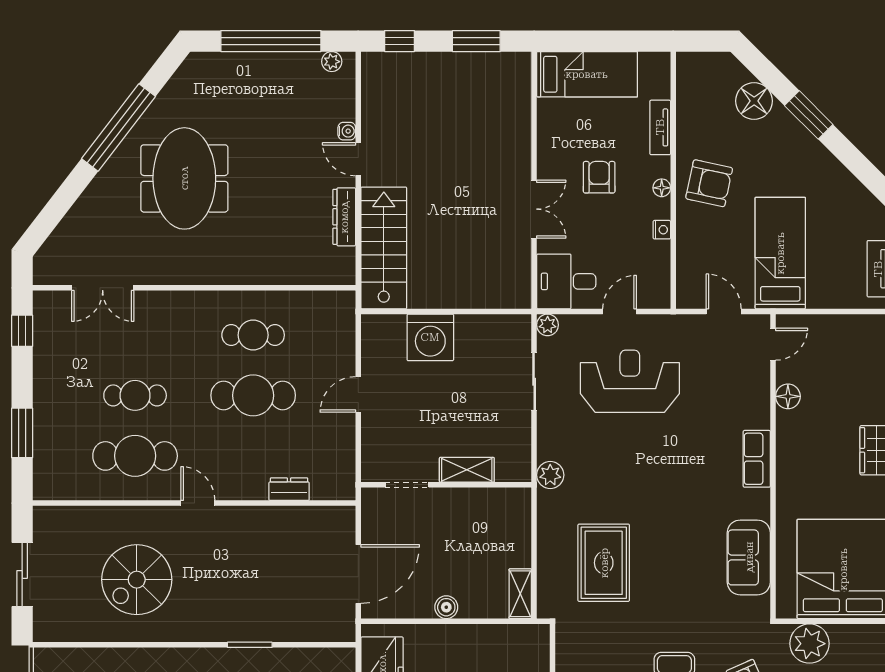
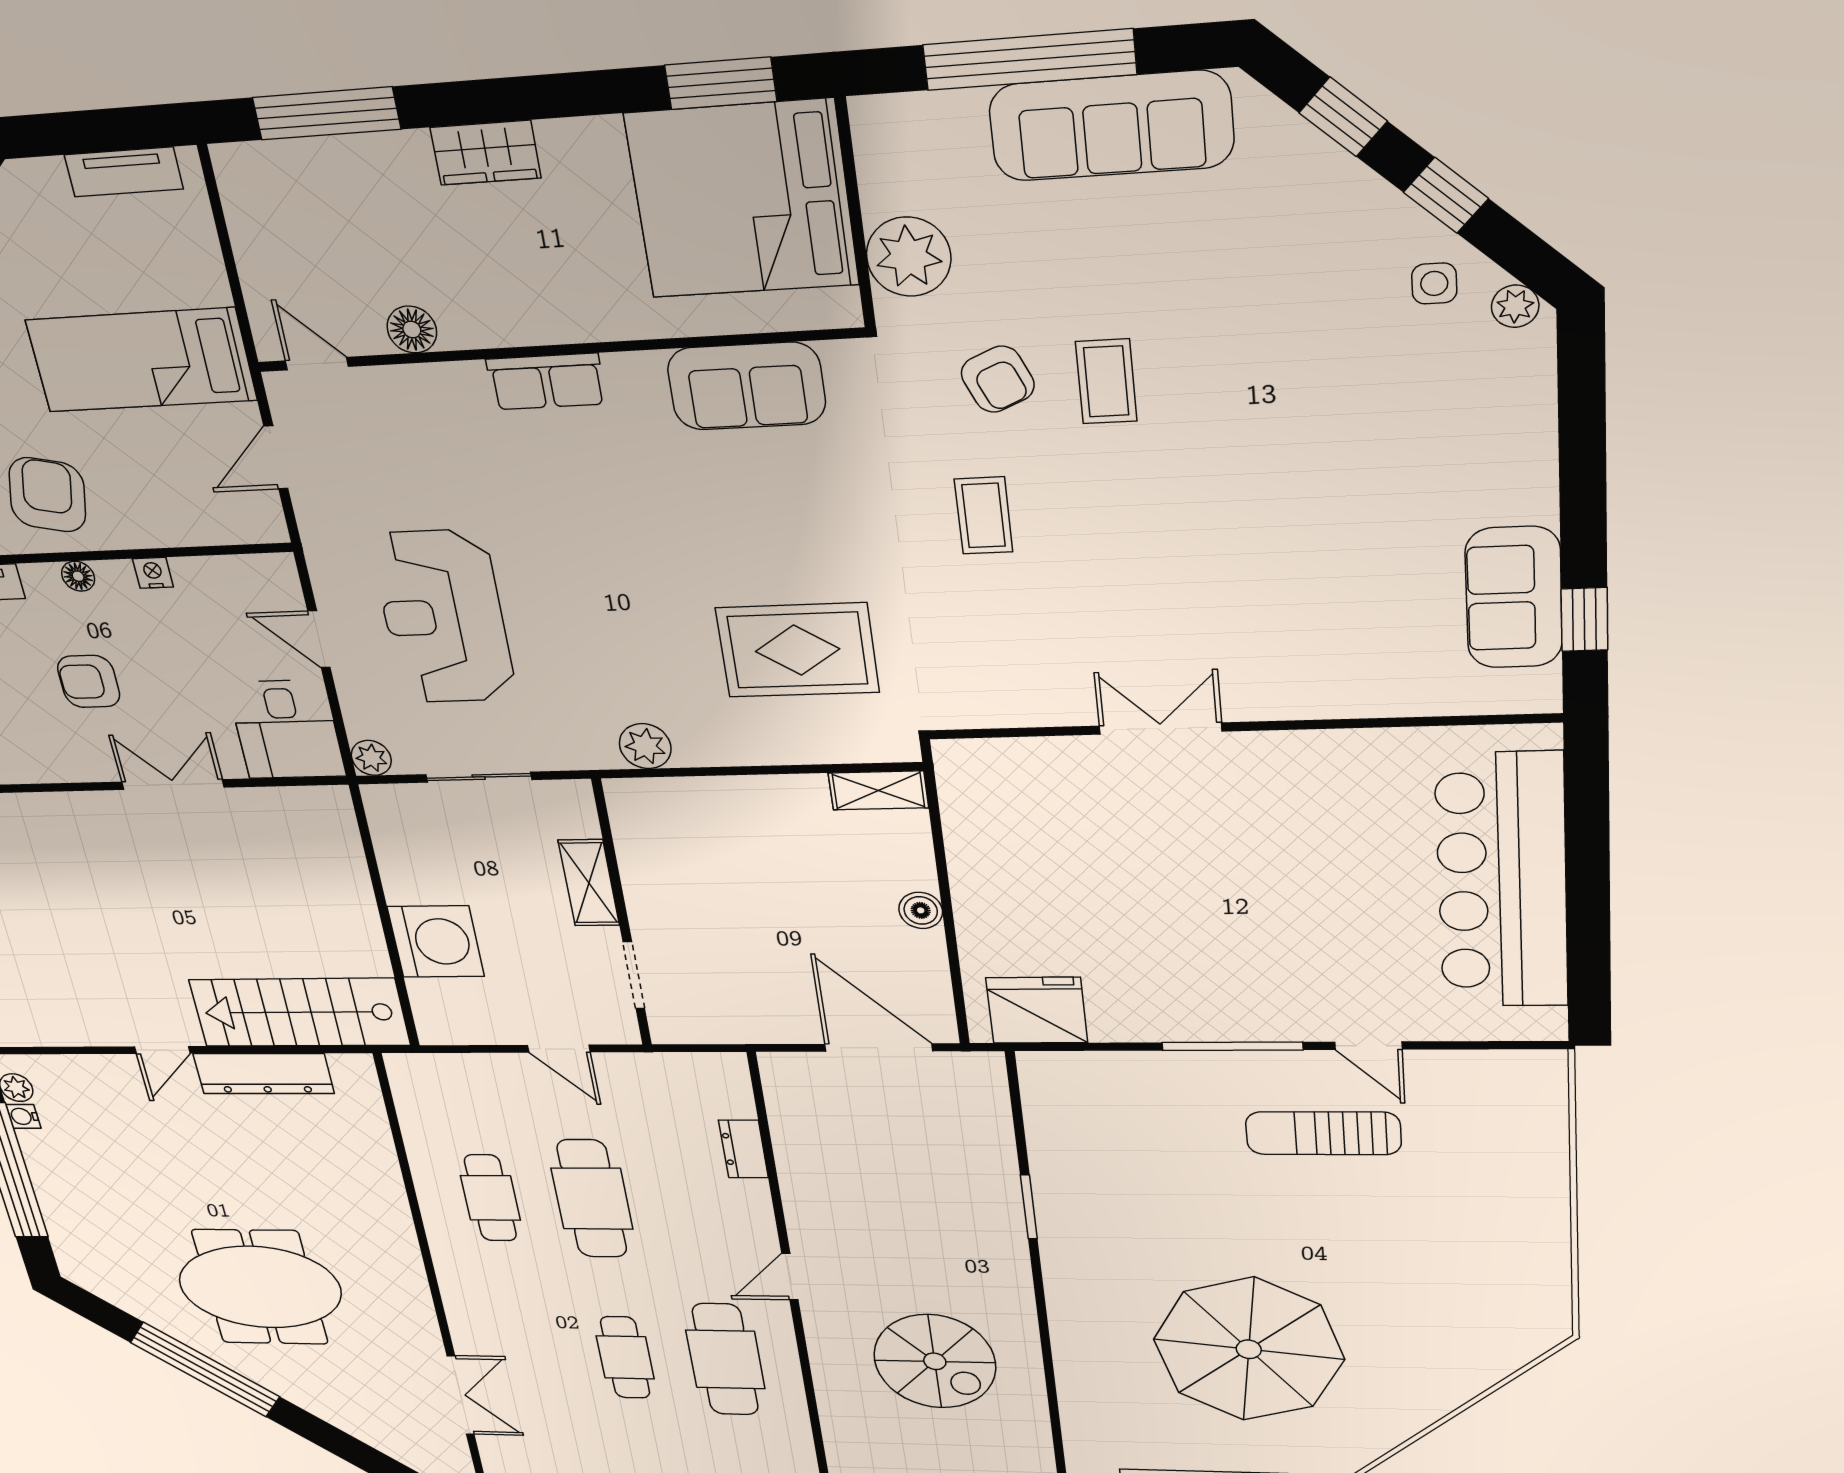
water cooler: (347, 131) -> (23, 1116), moved, turned -90
dresser: (344, 217) -> (264, 1074), width x1.37, depth x1.24
shelving: (467, 470) -> (589, 883), moved
doorway: (407, 485) -> (634, 975), moved
wall: (446, 485) -> (622, 915), moved

